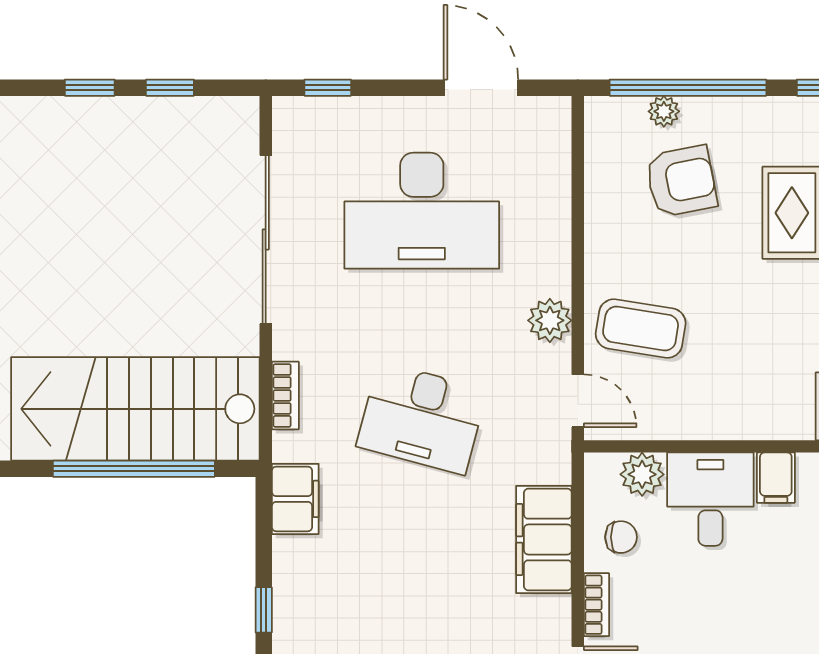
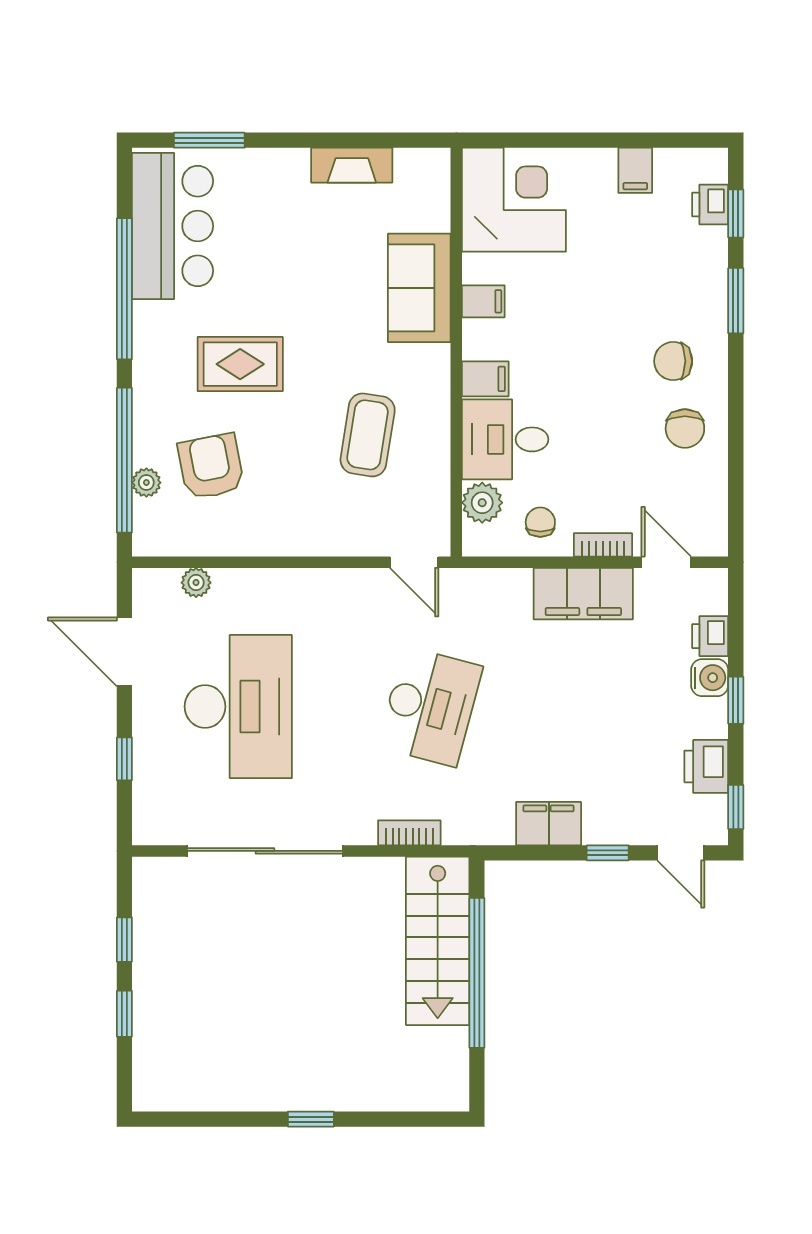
window: (328, 88) -> (124, 759), moved
door: (481, 88) -> (124, 652), hinge flipped
plant: (550, 320) -> (196, 583), moved, width x0.73, depth x0.73
coffee table: (641, 329) -> (368, 435), moved
door: (578, 401) -> (414, 562), swing flipped
stairs: (135, 409) -> (438, 941), width x0.73, depth x0.66
filing cabinet: (295, 499) -> (549, 824), moved
filing cabinet: (544, 539) -> (583, 594), moved

